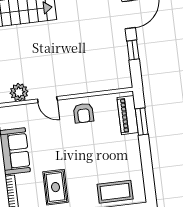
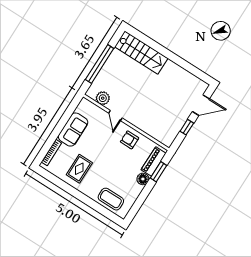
armchair: (83, 113) -> (130, 140), turned 90
floor lamp: (131, 143) -> (143, 179), added

